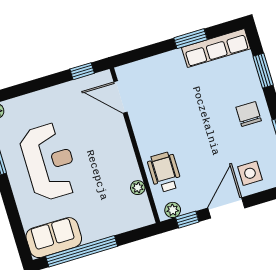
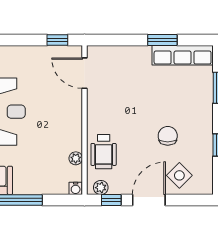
chair: (249, 114) -> (168, 136), moved
wheelchair: (164, 172) -> (104, 152), turned 180
side table: (250, 173) -> (179, 175), turned 45
water cooler: (147, 219) -> (76, 188), added

